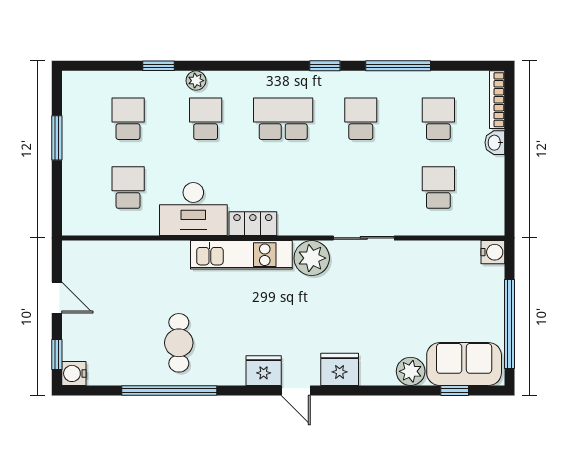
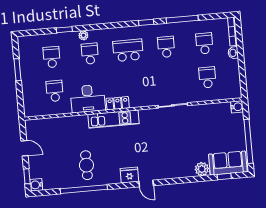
plant: (312, 258) -> (148, 118), removed
fridge: (340, 369) -> (167, 171), removed

